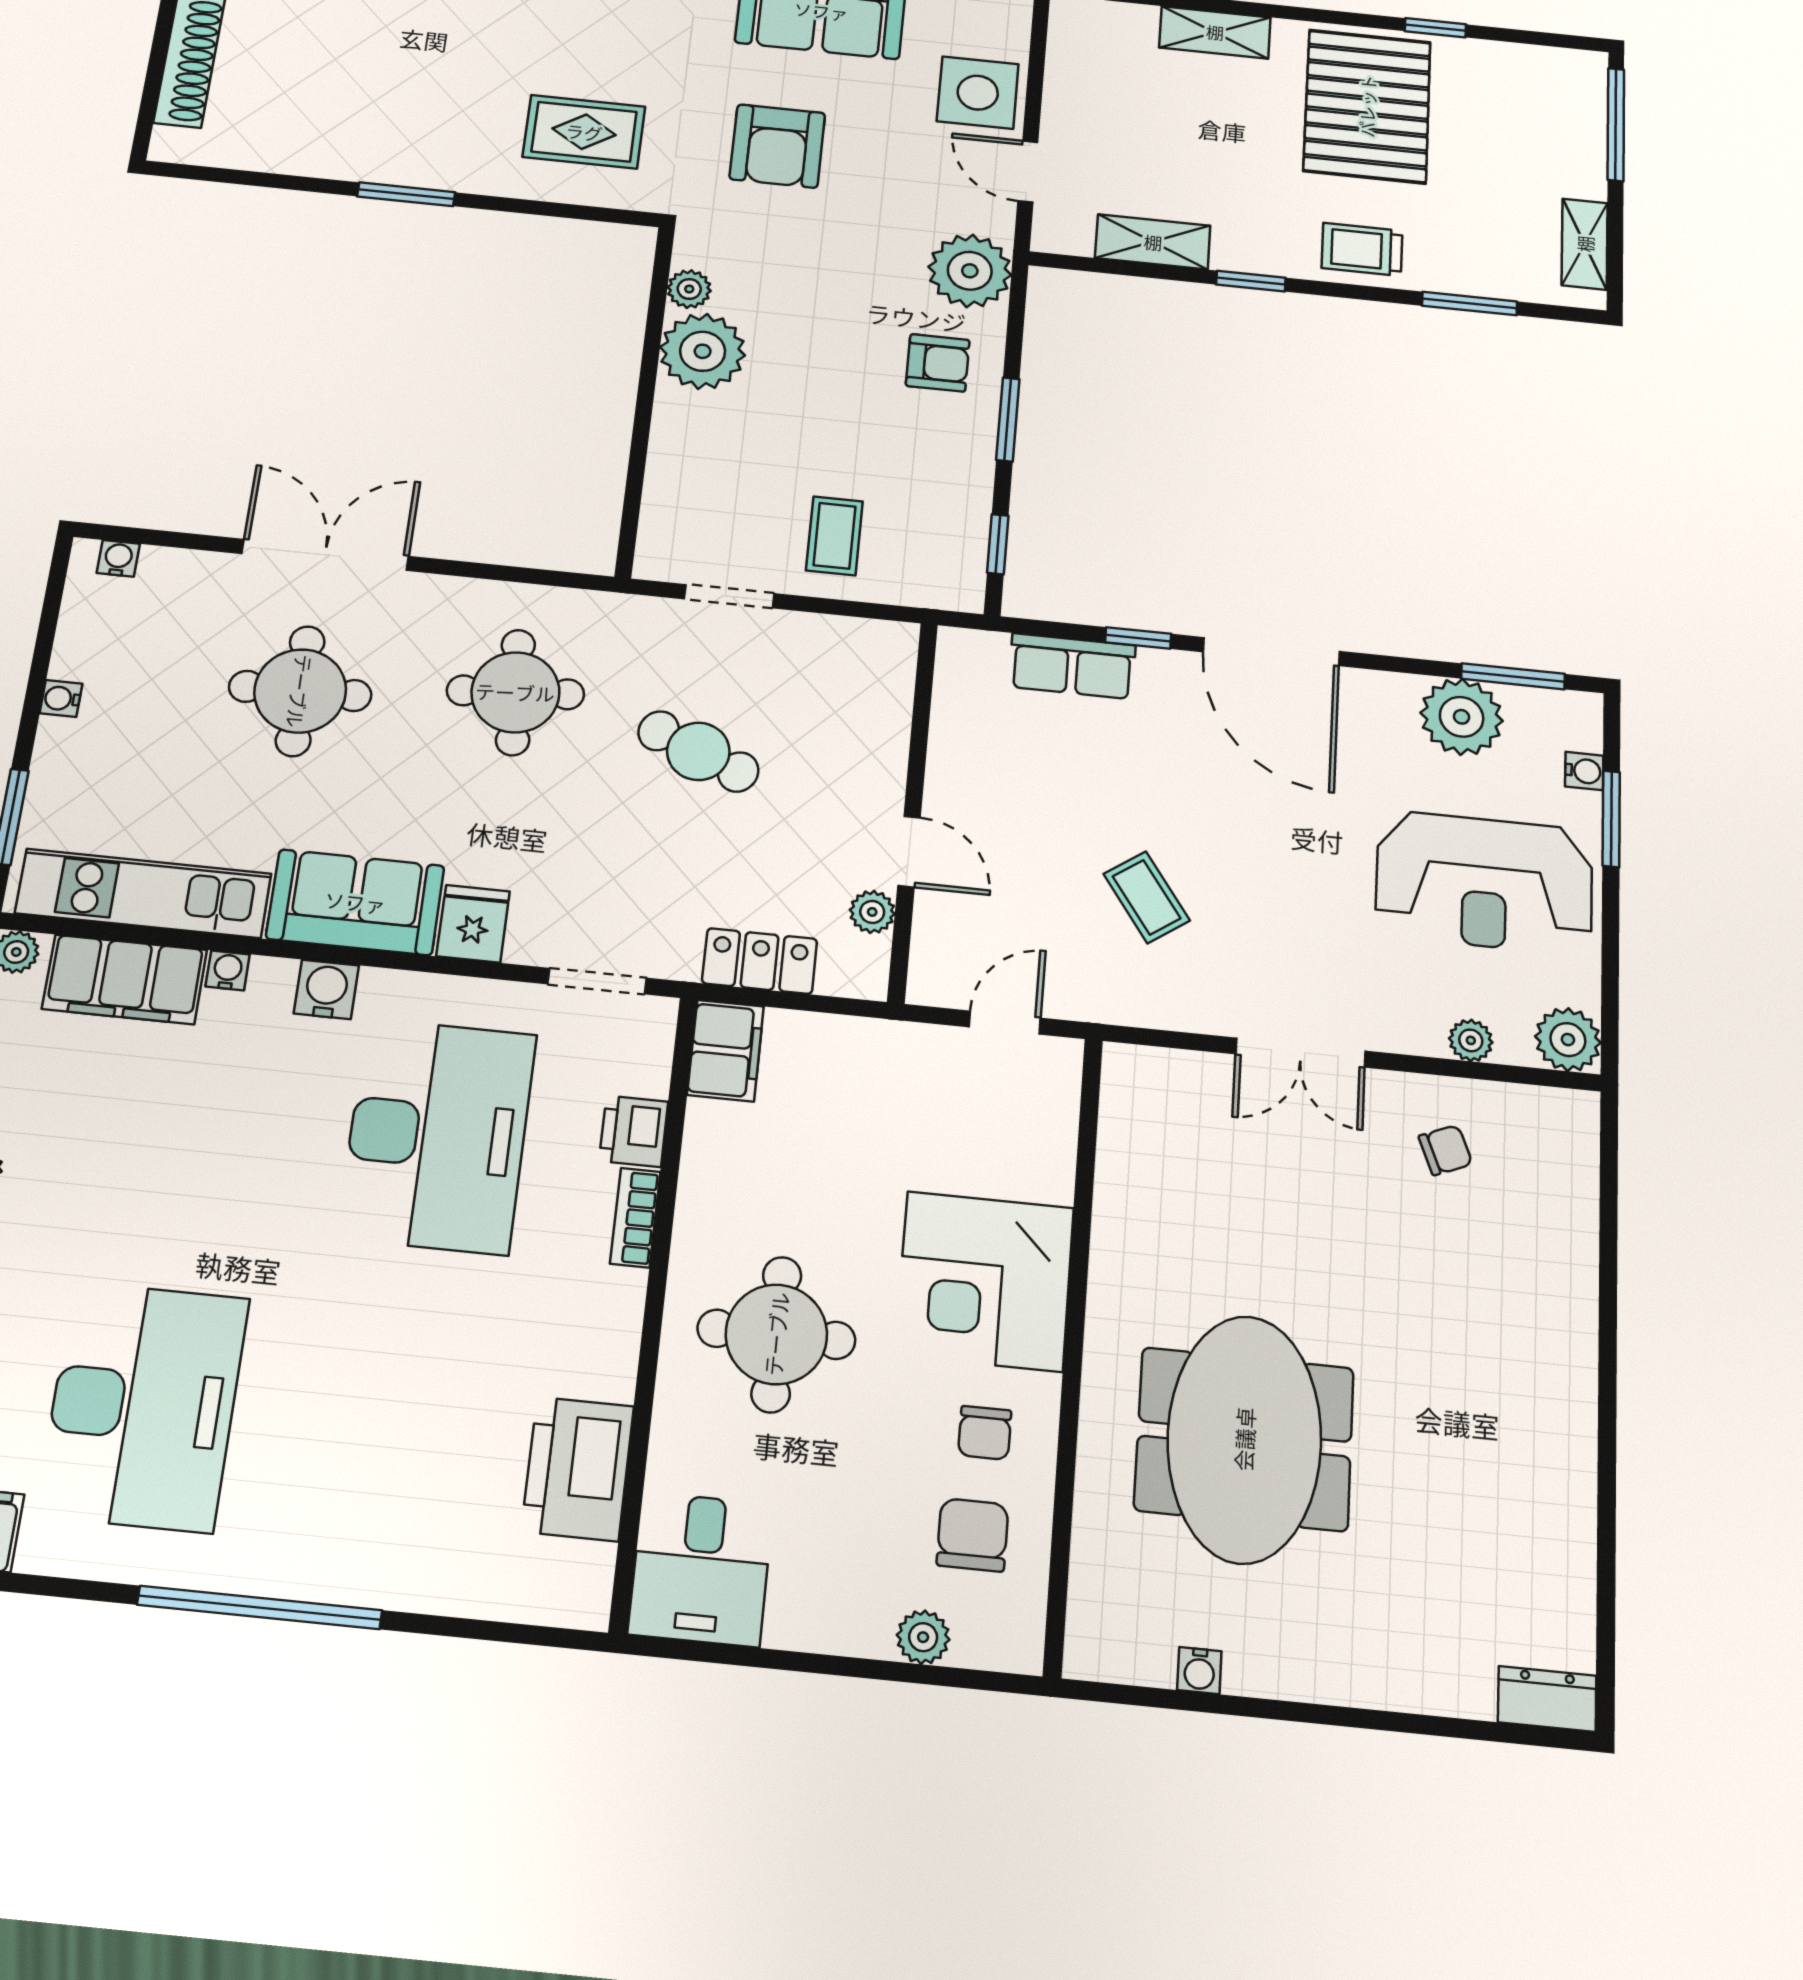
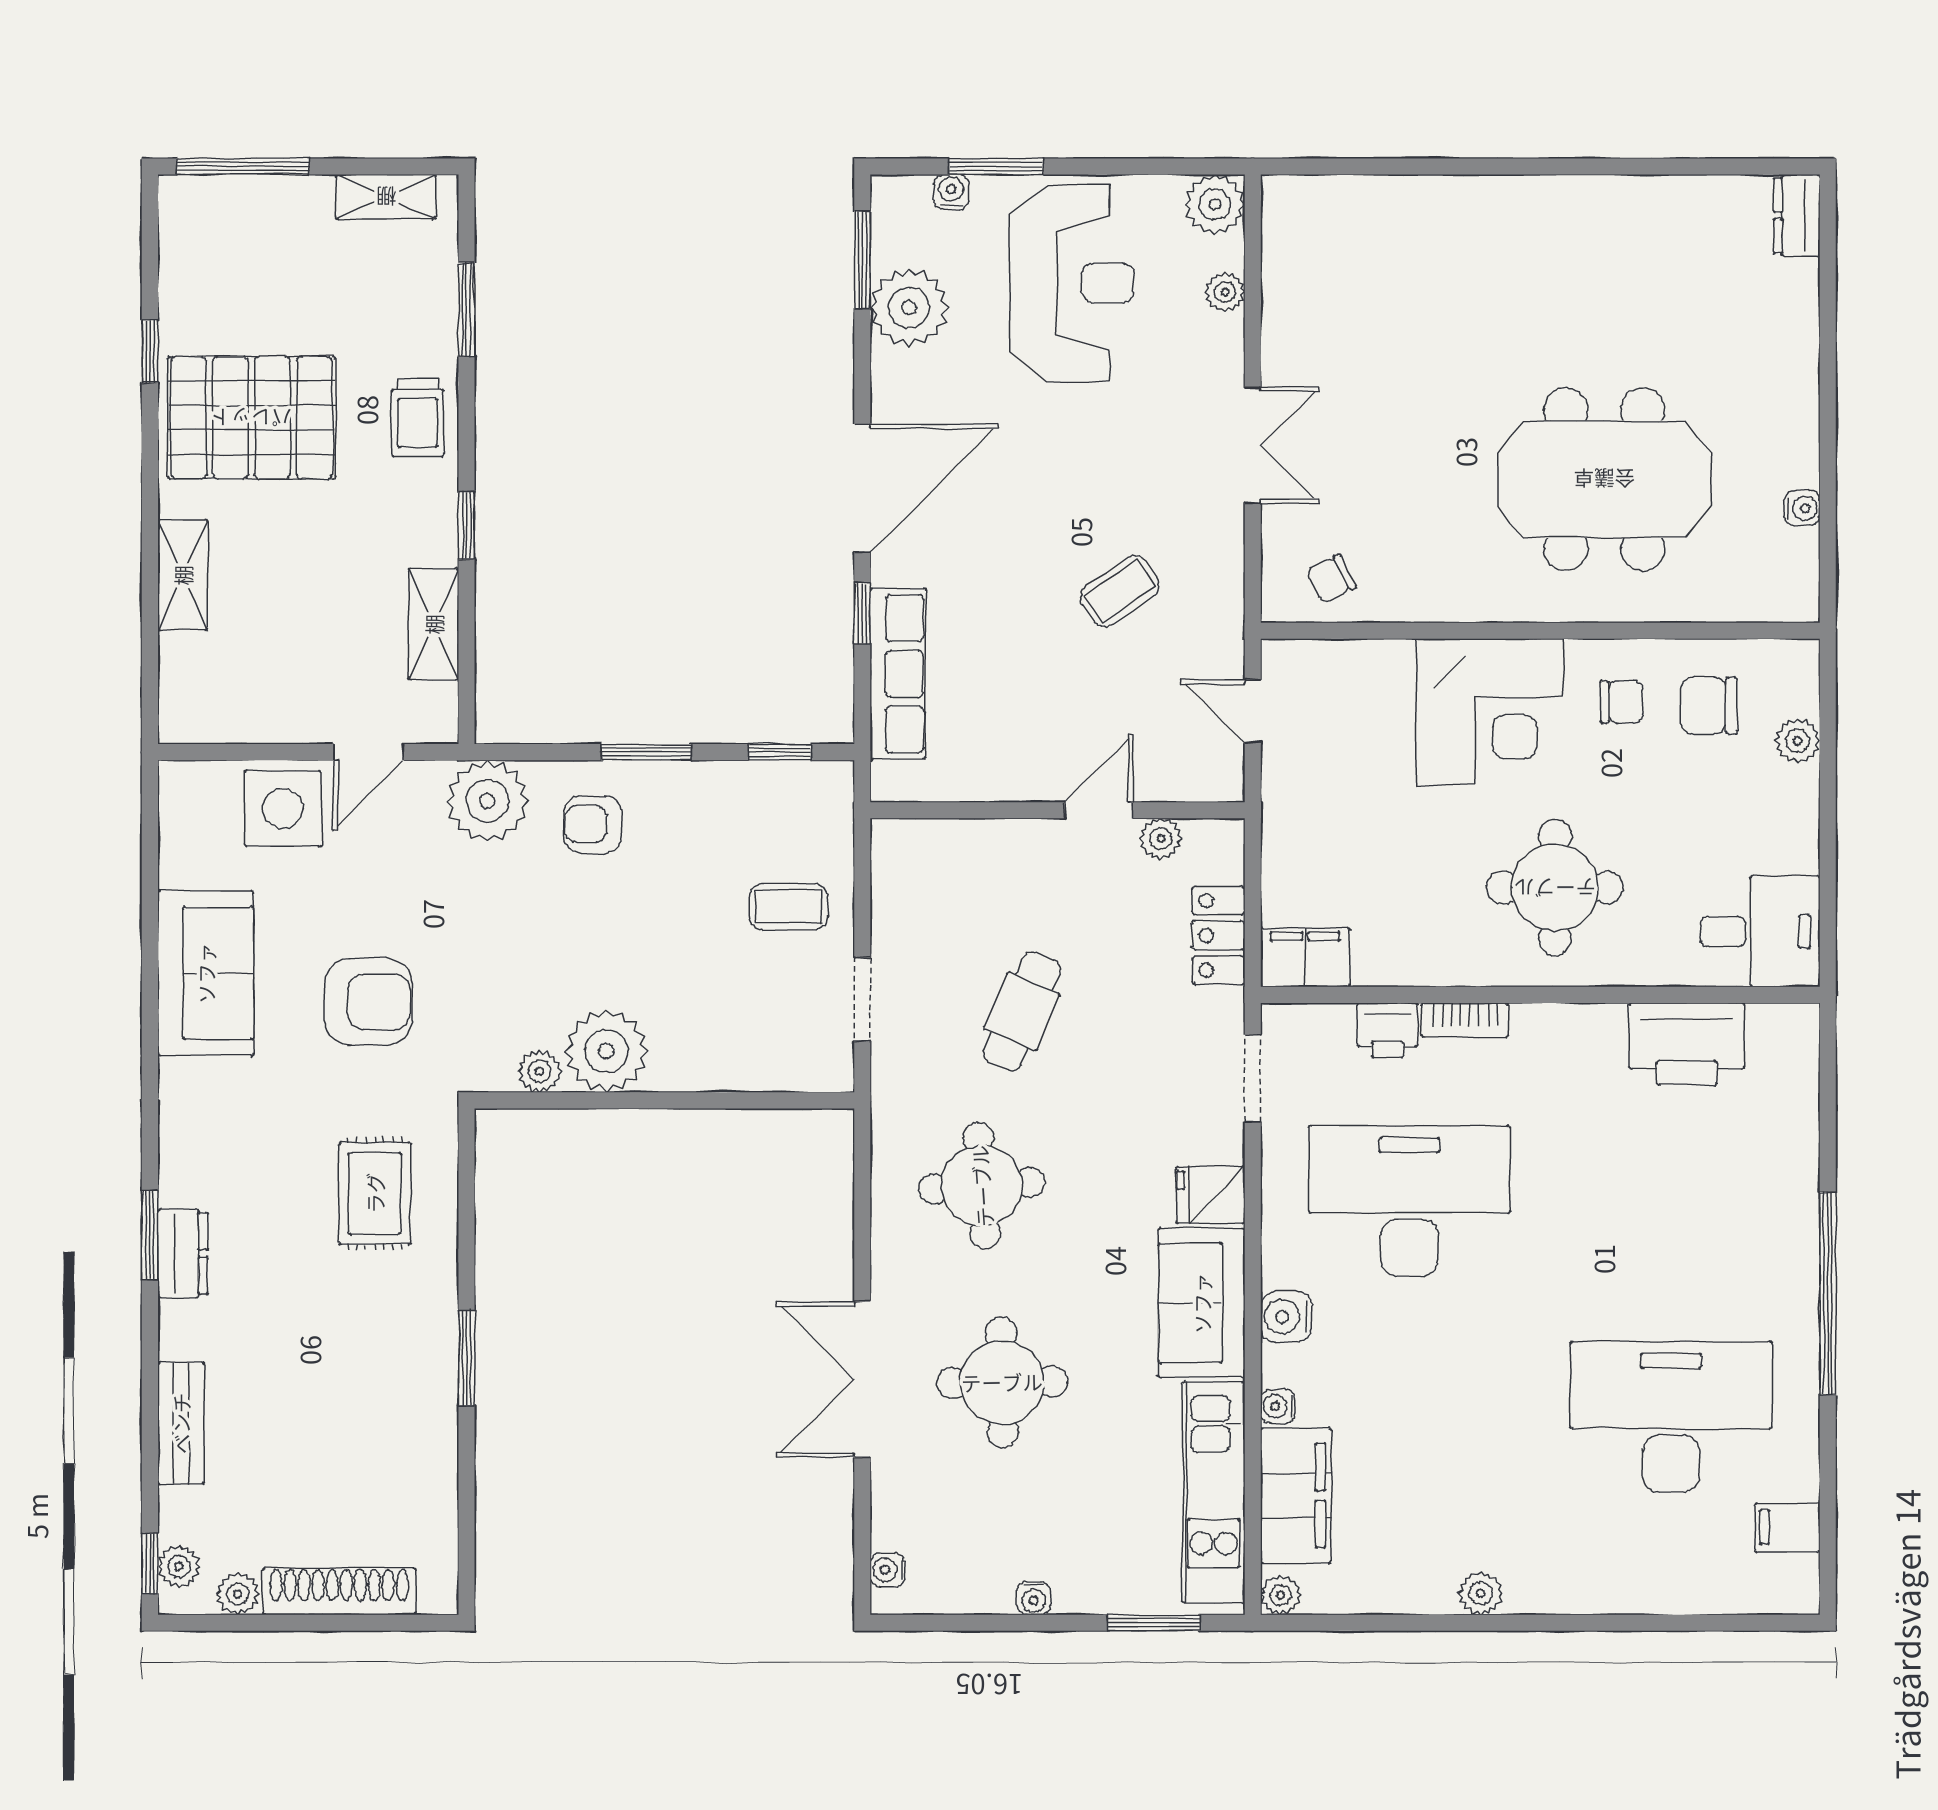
armchair: (938, 363) -> (593, 824), turned -90
row of seats: (1072, 666) -> (898, 674), width x1.48
chair: (1446, 1150) -> (1331, 579), moved, turned -95

